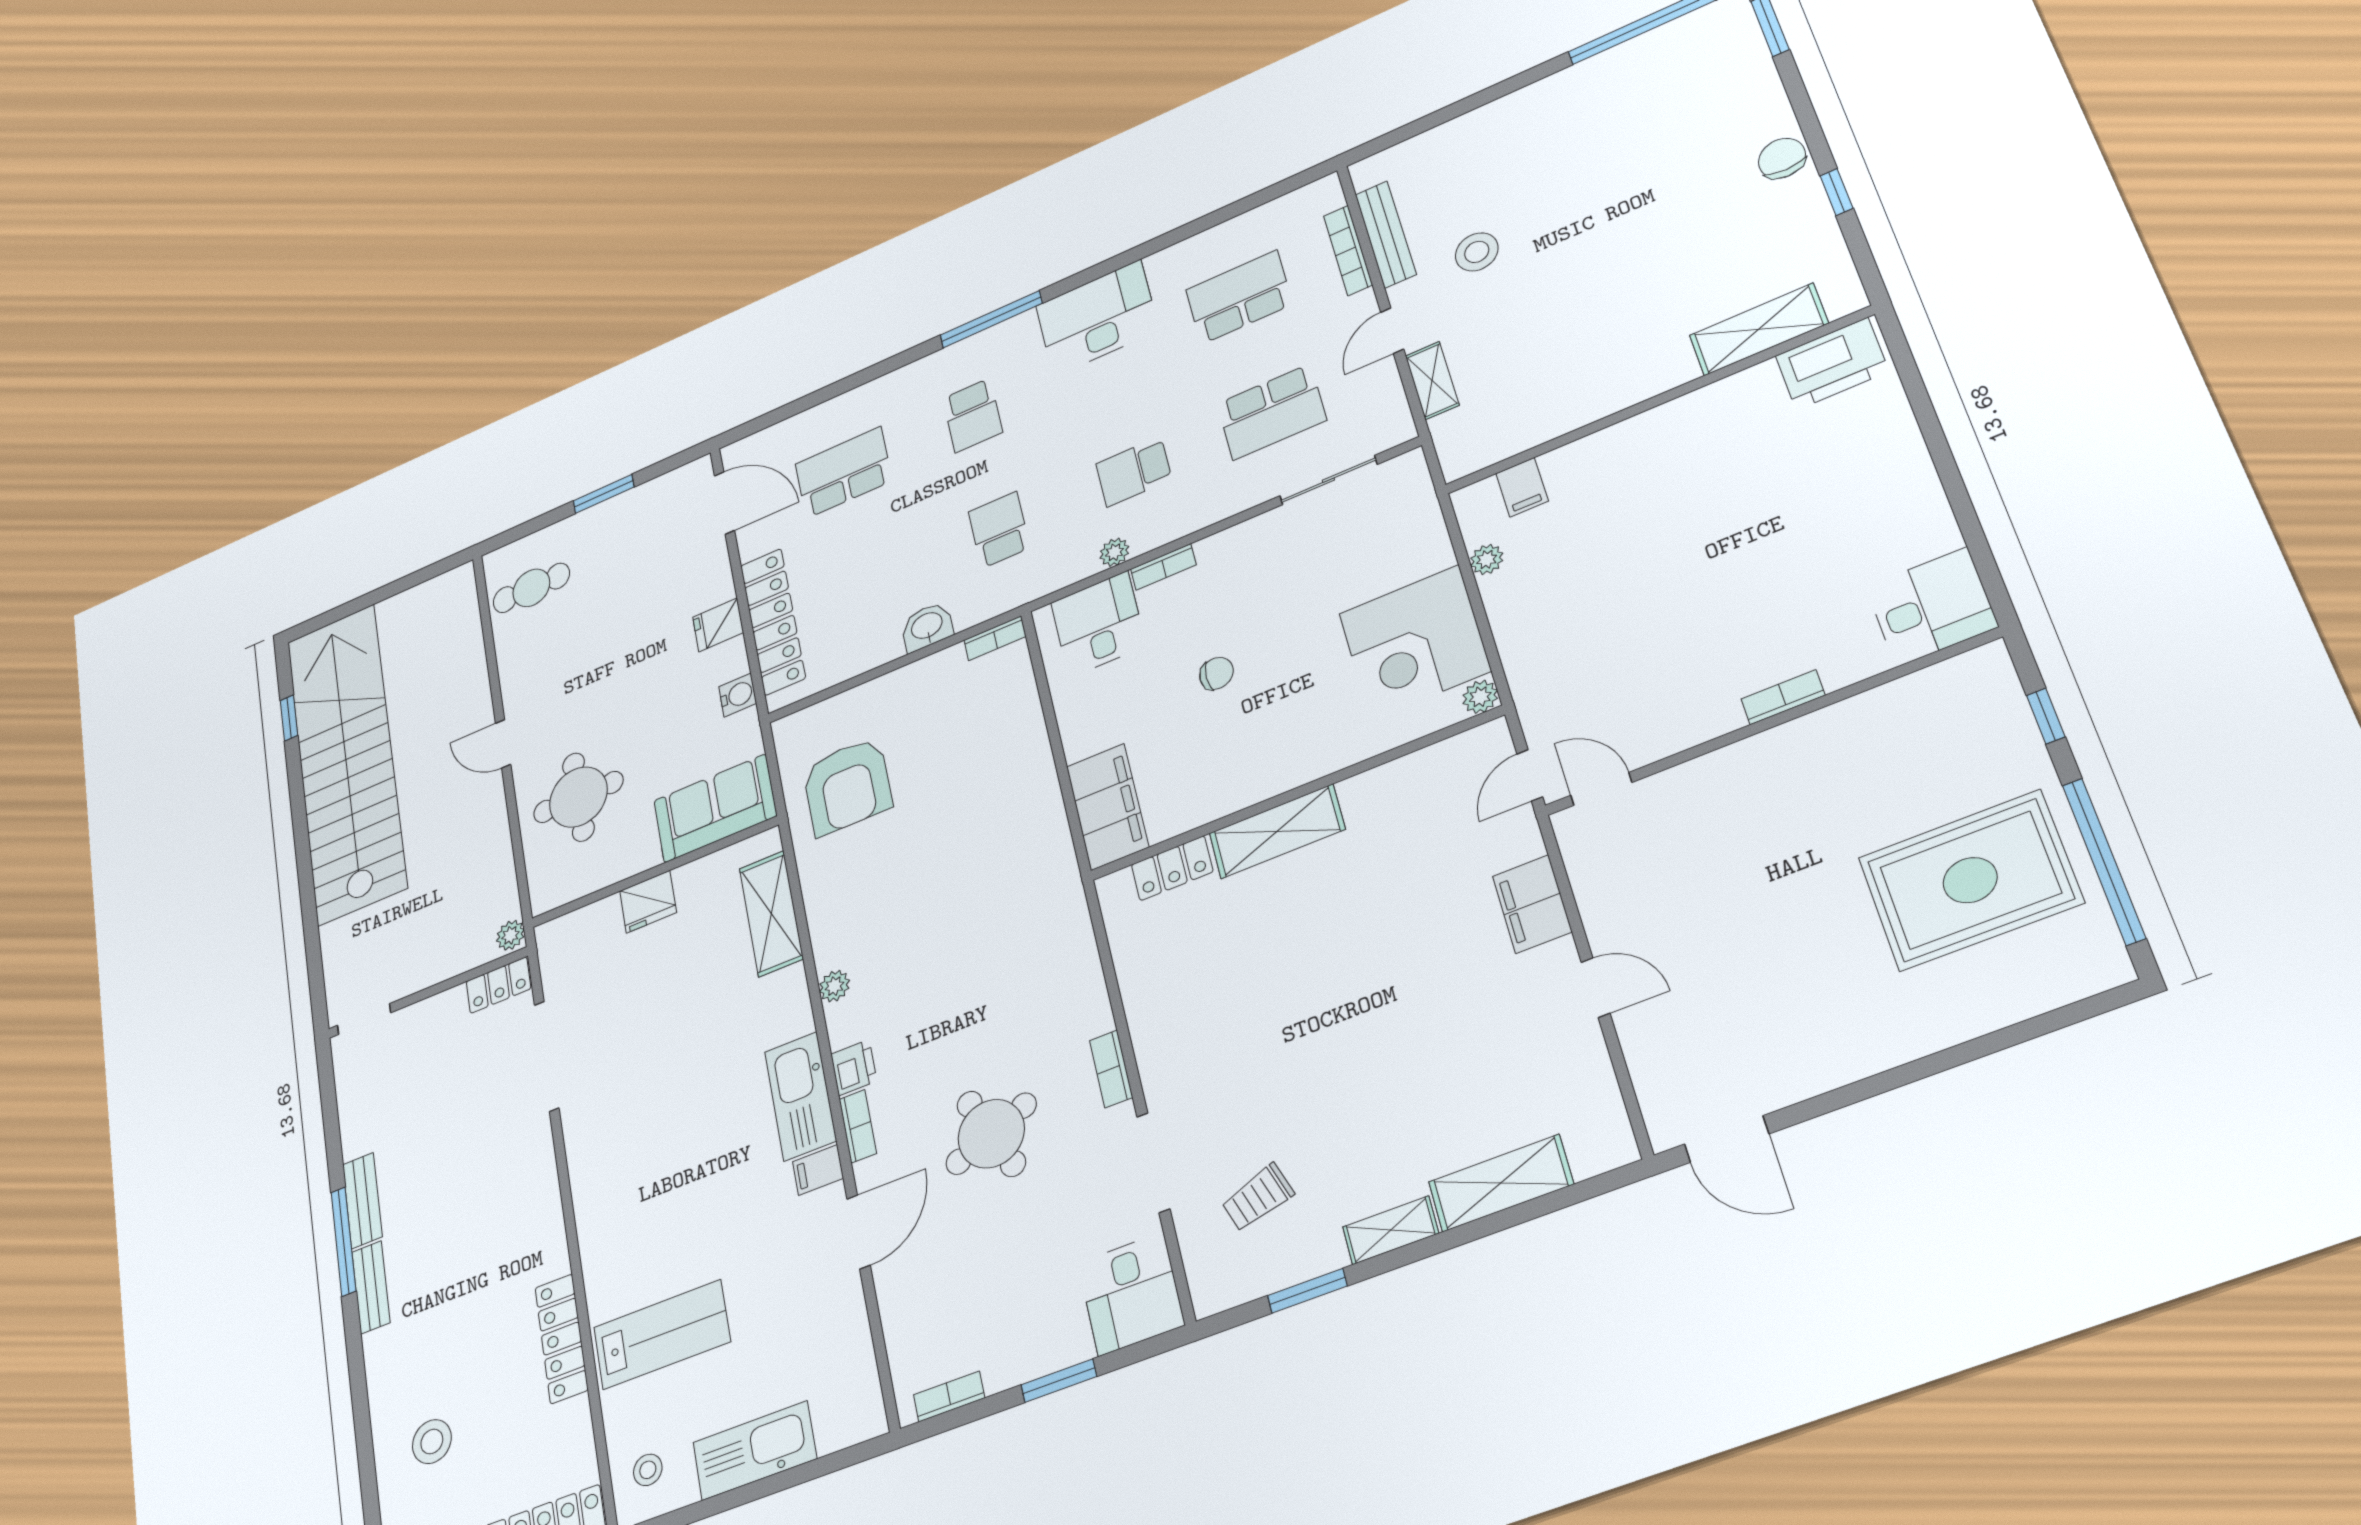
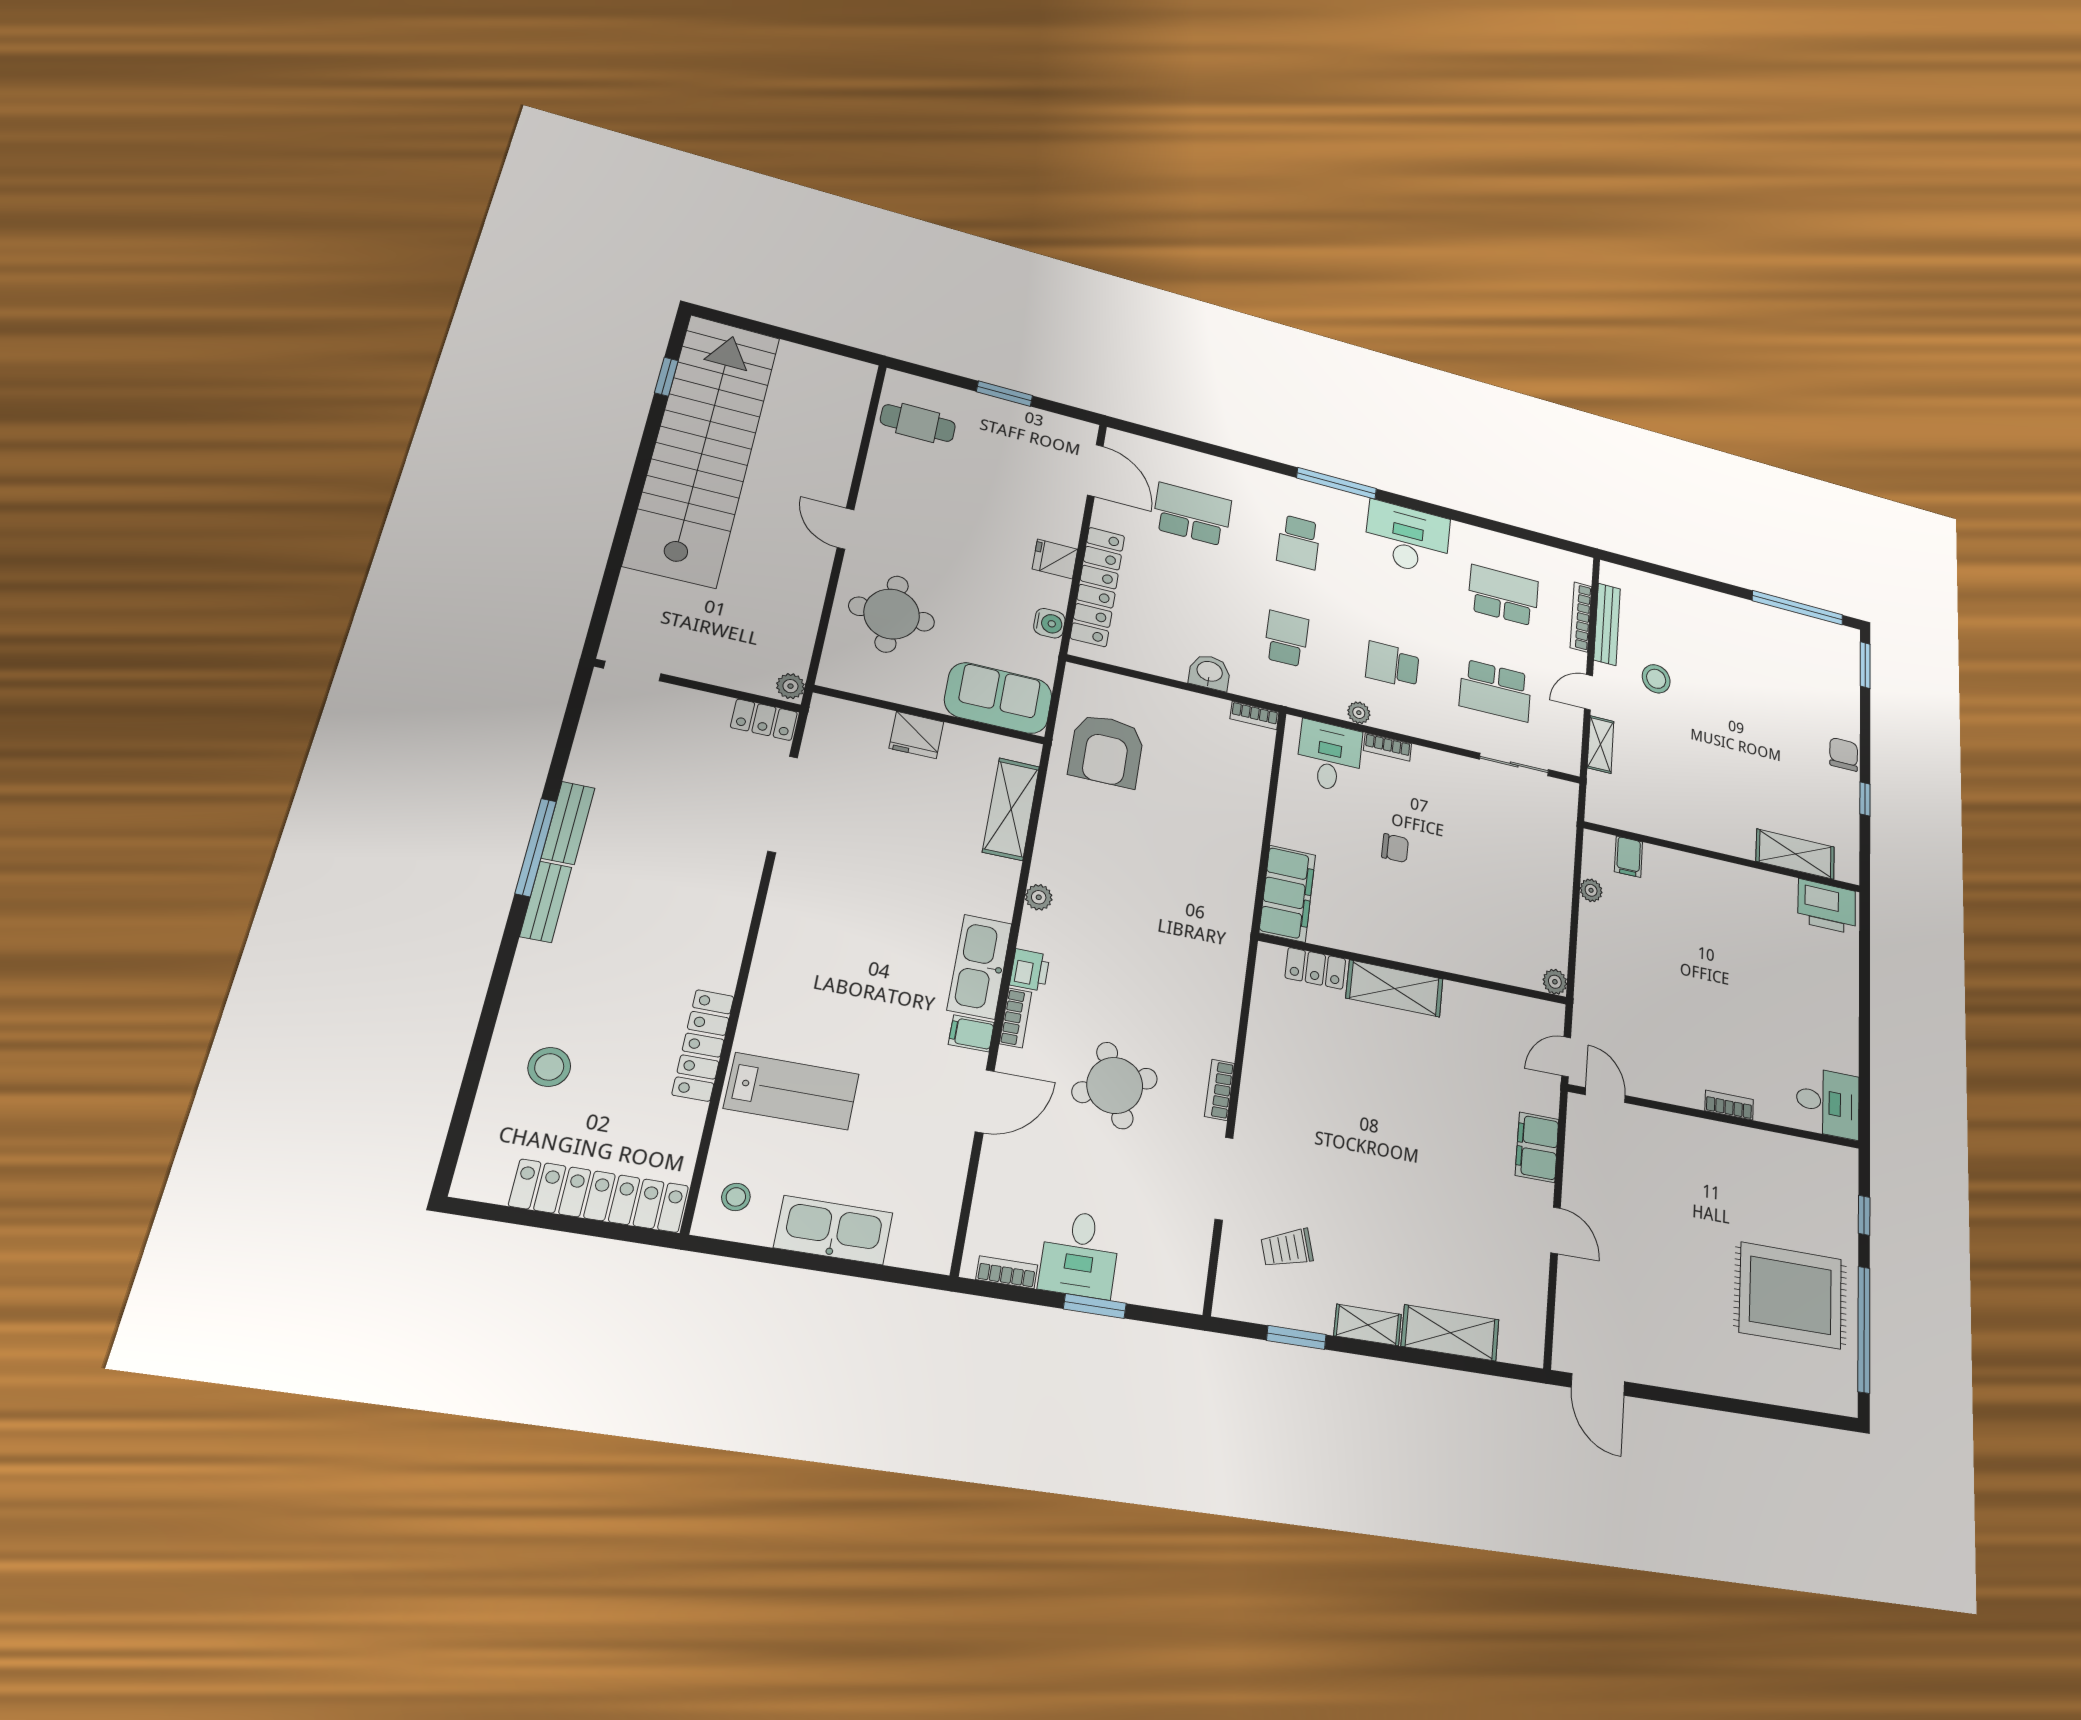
corner desk: (1415, 642) -> (1528, 916), removed
desk: (1131, 1294) -> (1080, 1254), moved

